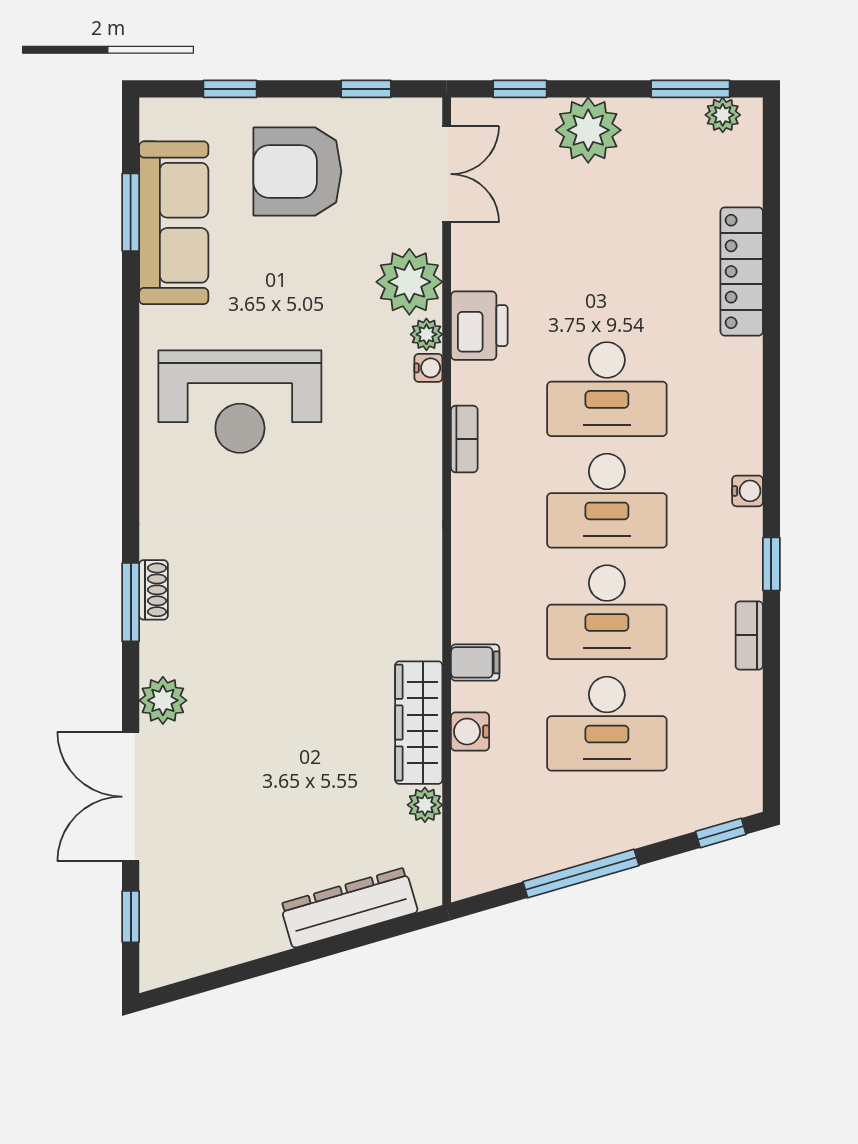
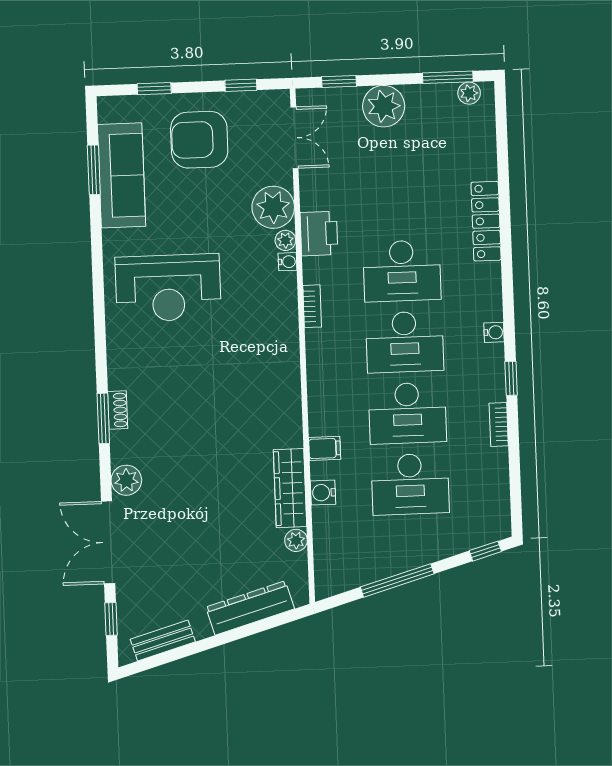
locker: (742, 271) -> (486, 221), moved
bench: (210, 954) -> (163, 641), added

